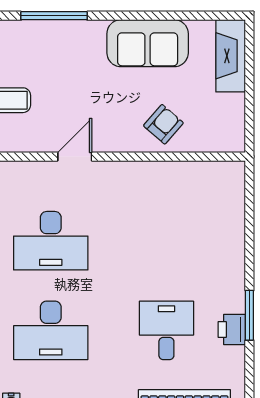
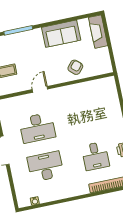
desk: (51, 330) -> (45, 166), turned 180
desk: (166, 330) -> (95, 156), turned 180

